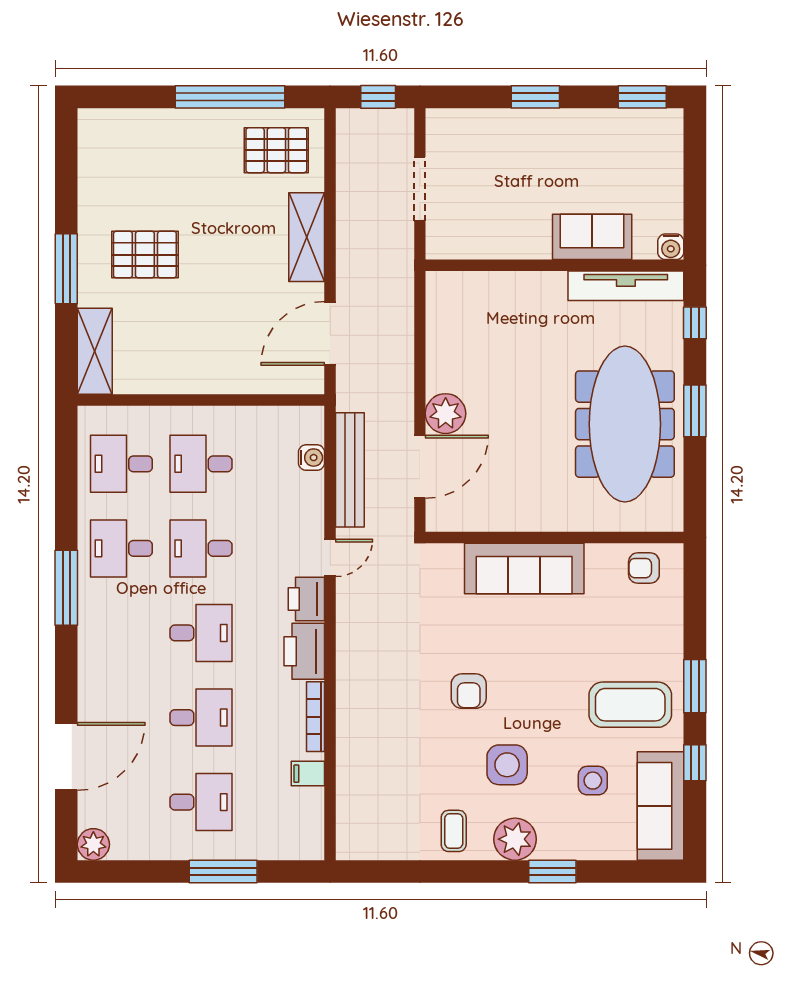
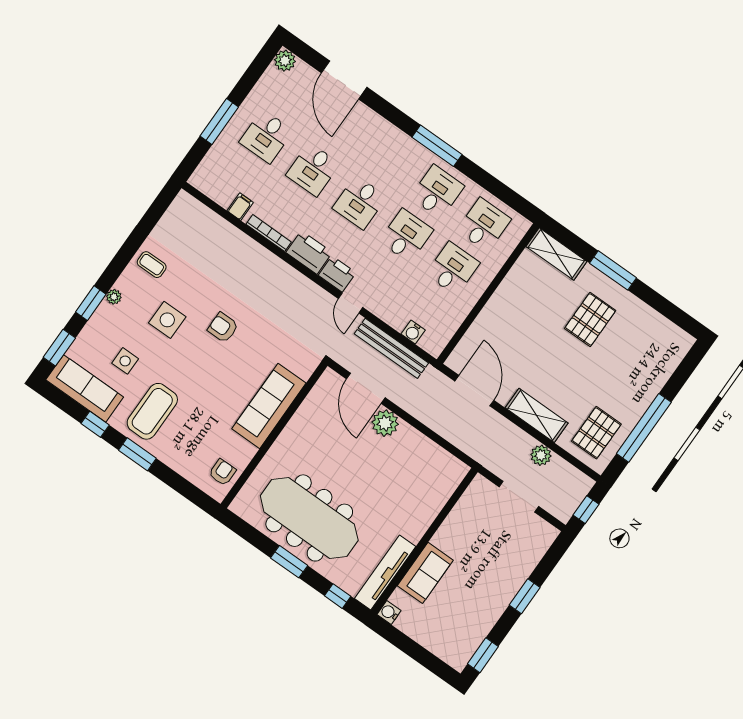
plant: (351, 198) -> (541, 455), added
plant: (515, 839) -> (114, 297), width x0.53, depth x0.53
window: (633, 872) -> (59, 348), added

